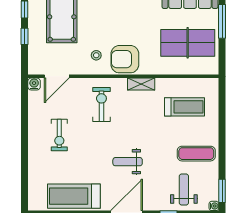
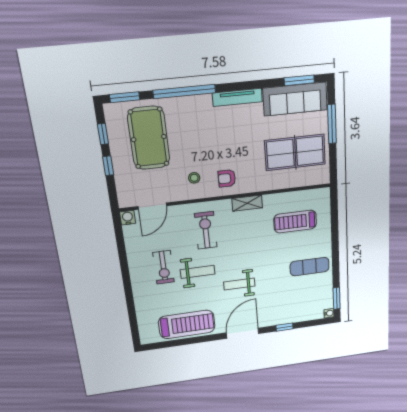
armchair: (125, 59) -> (227, 178), width x0.53, depth x0.53
treadmill: (185, 107) -> (295, 222), turned 180
weight bench: (184, 189) -> (198, 272), moved, turned 90
treadmill: (74, 196) -> (187, 324), turned 180

